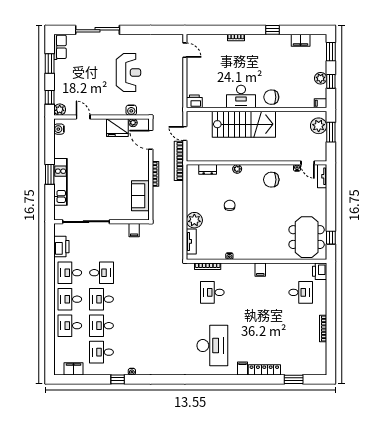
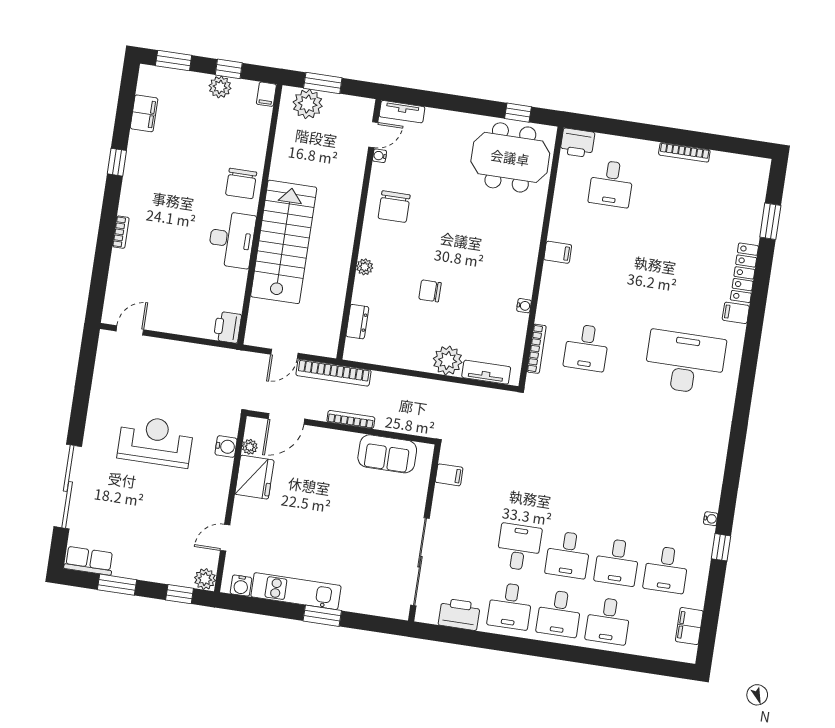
kitchen unit: (61, 182) -> (296, 591), moved
desk: (301, 292) -> (611, 184), turned 180

